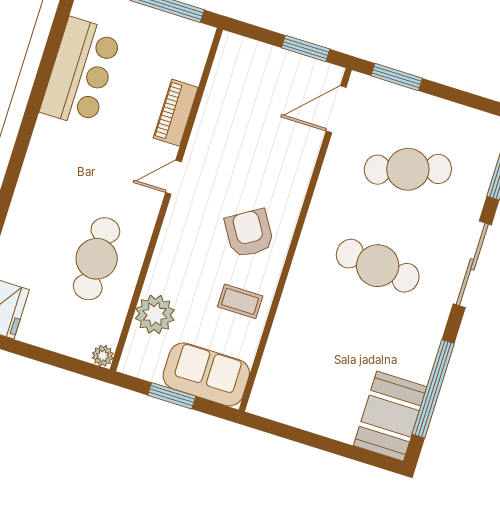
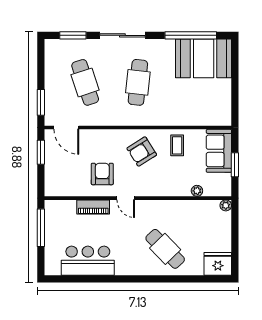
armchair: (231, 148) -> (102, 174), added
cafe table: (97, 259) -> (165, 249), moved, turned 46
plant: (155, 314) -> (197, 191), width x0.53, depth x0.53
booth: (390, 416) -> (204, 58), width x1.36, depth x1.42

